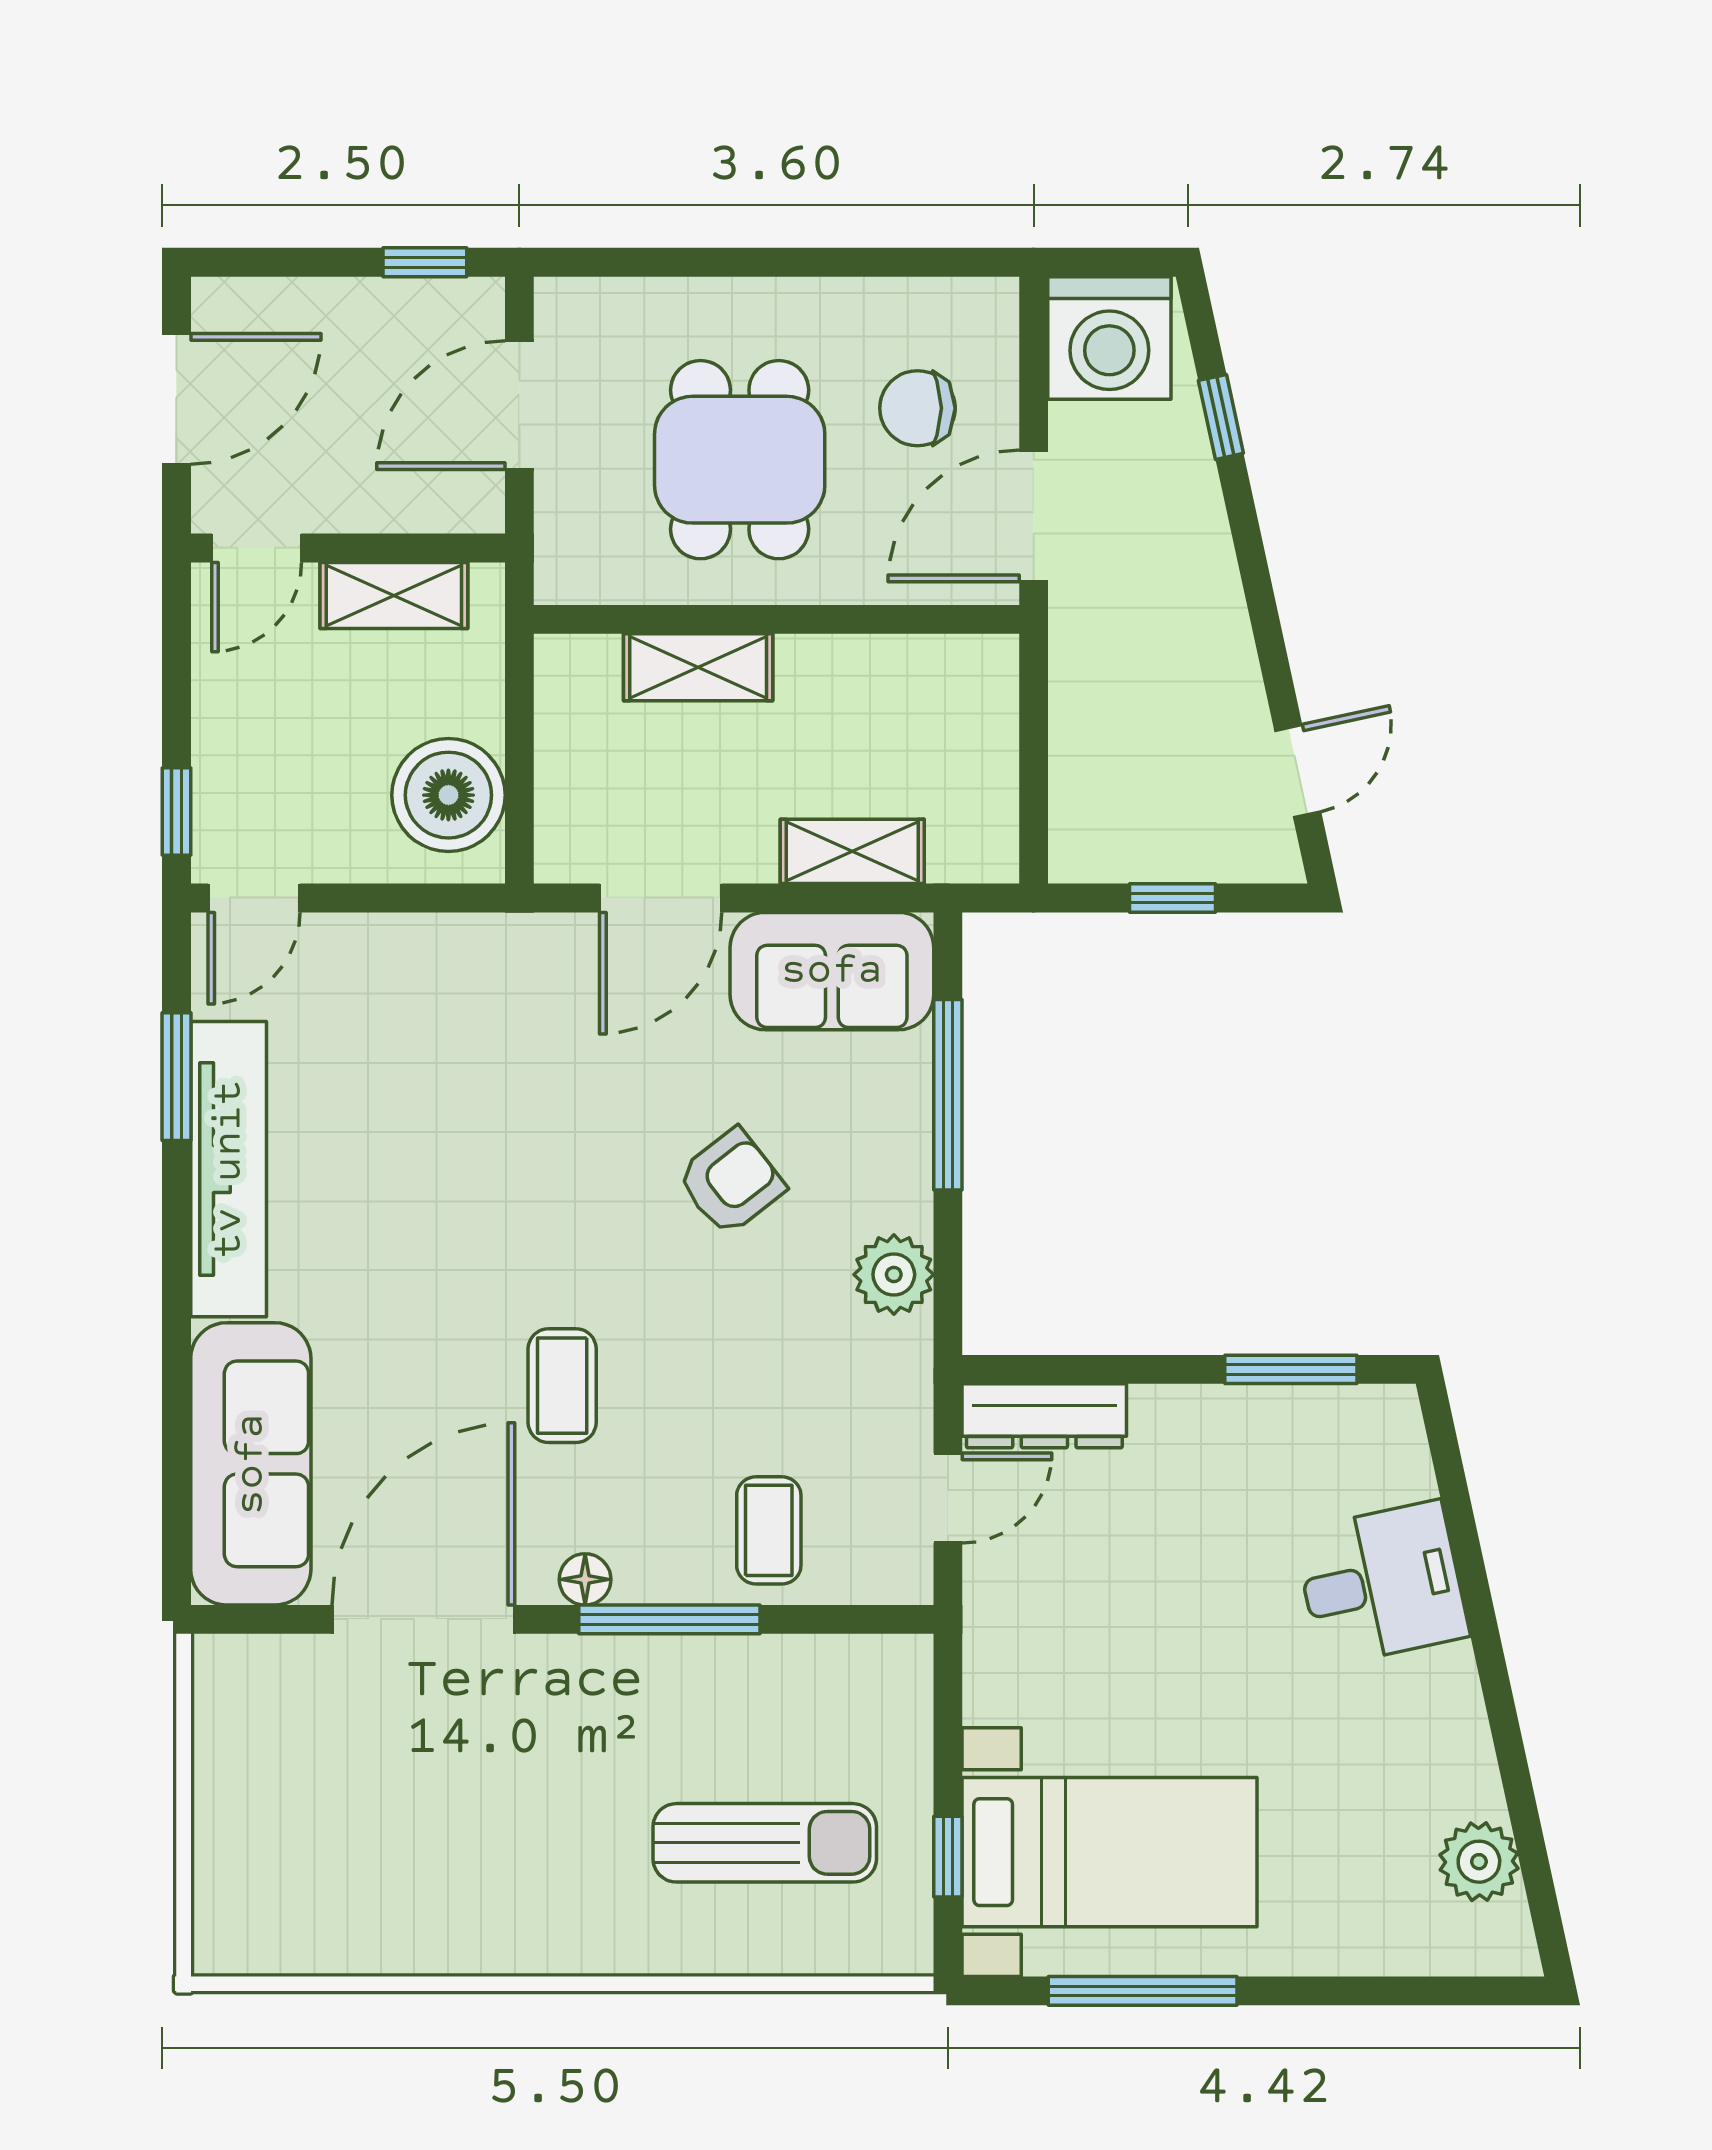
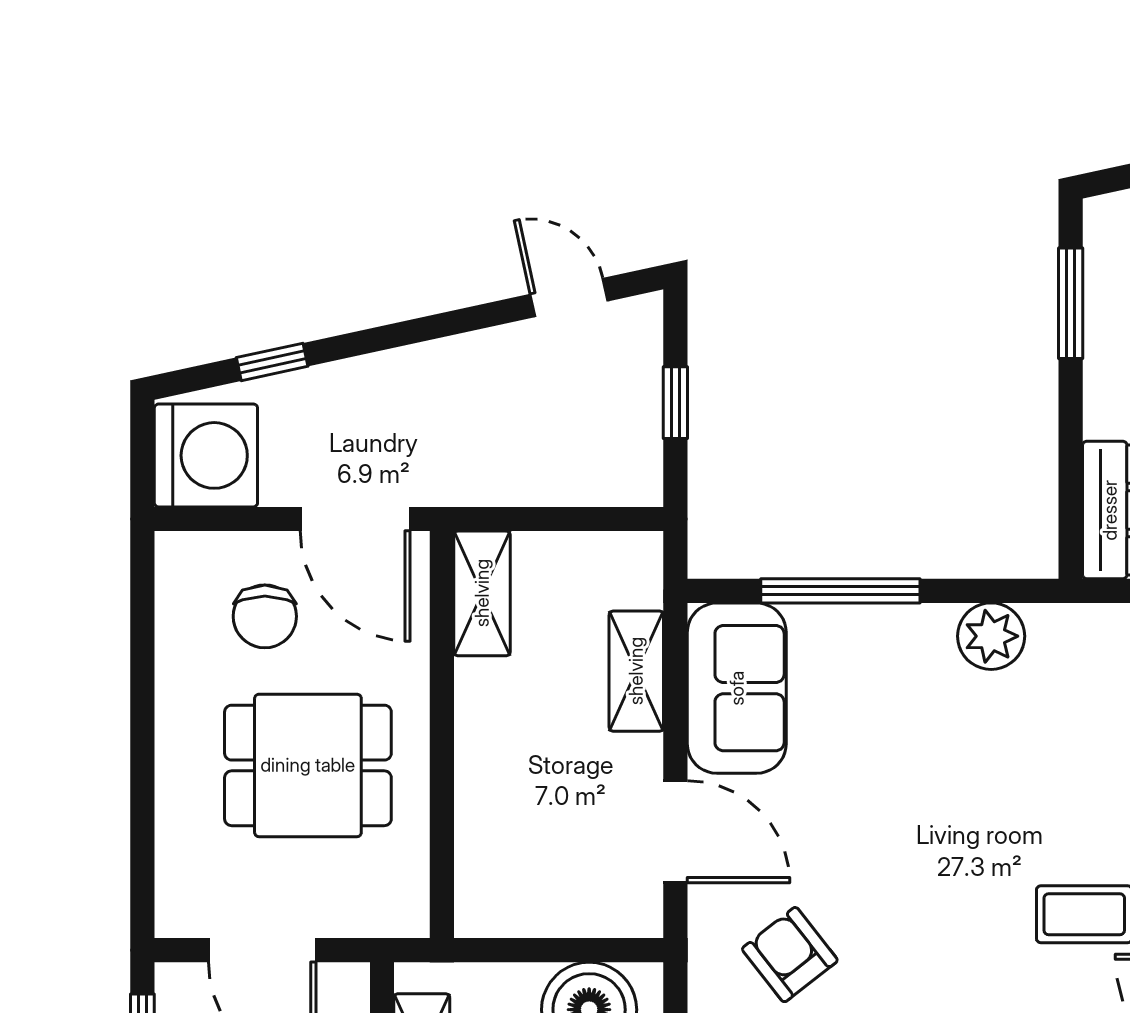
shelving: (698, 667) -> (482, 593), moved
armchair: (731, 1182) -> (790, 955), moved

